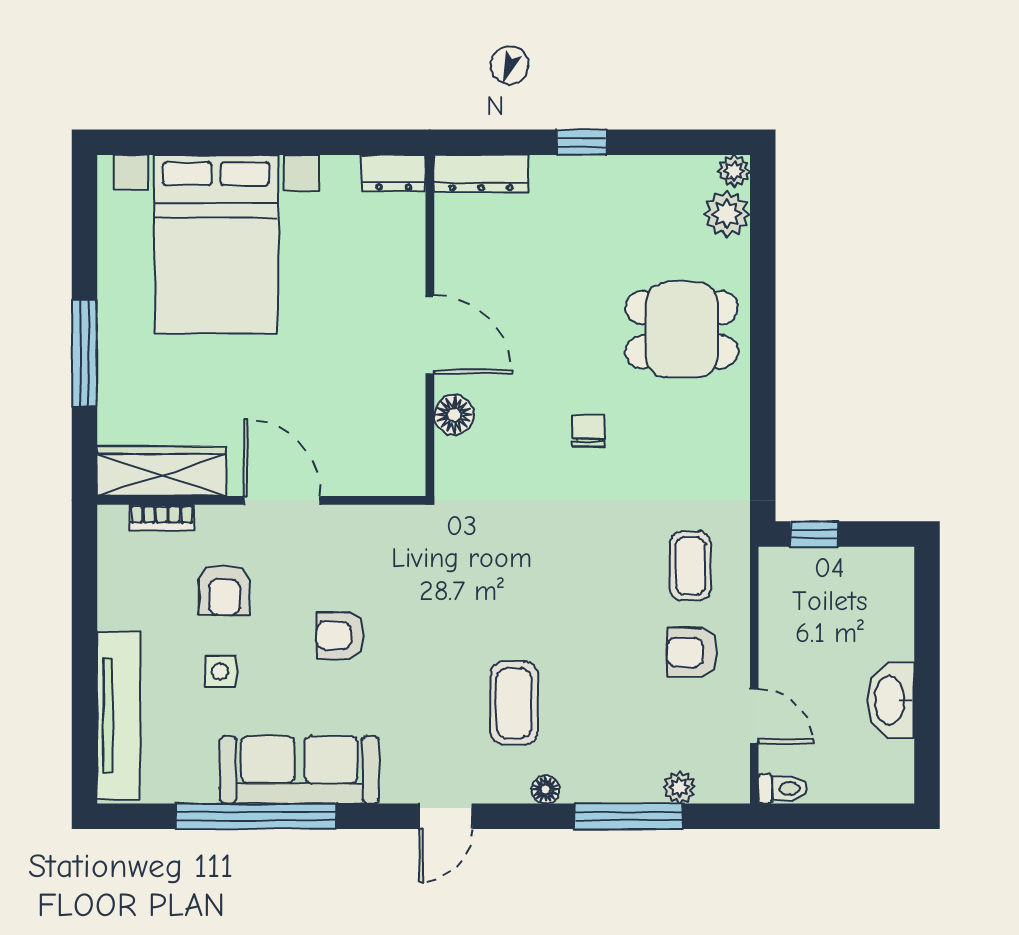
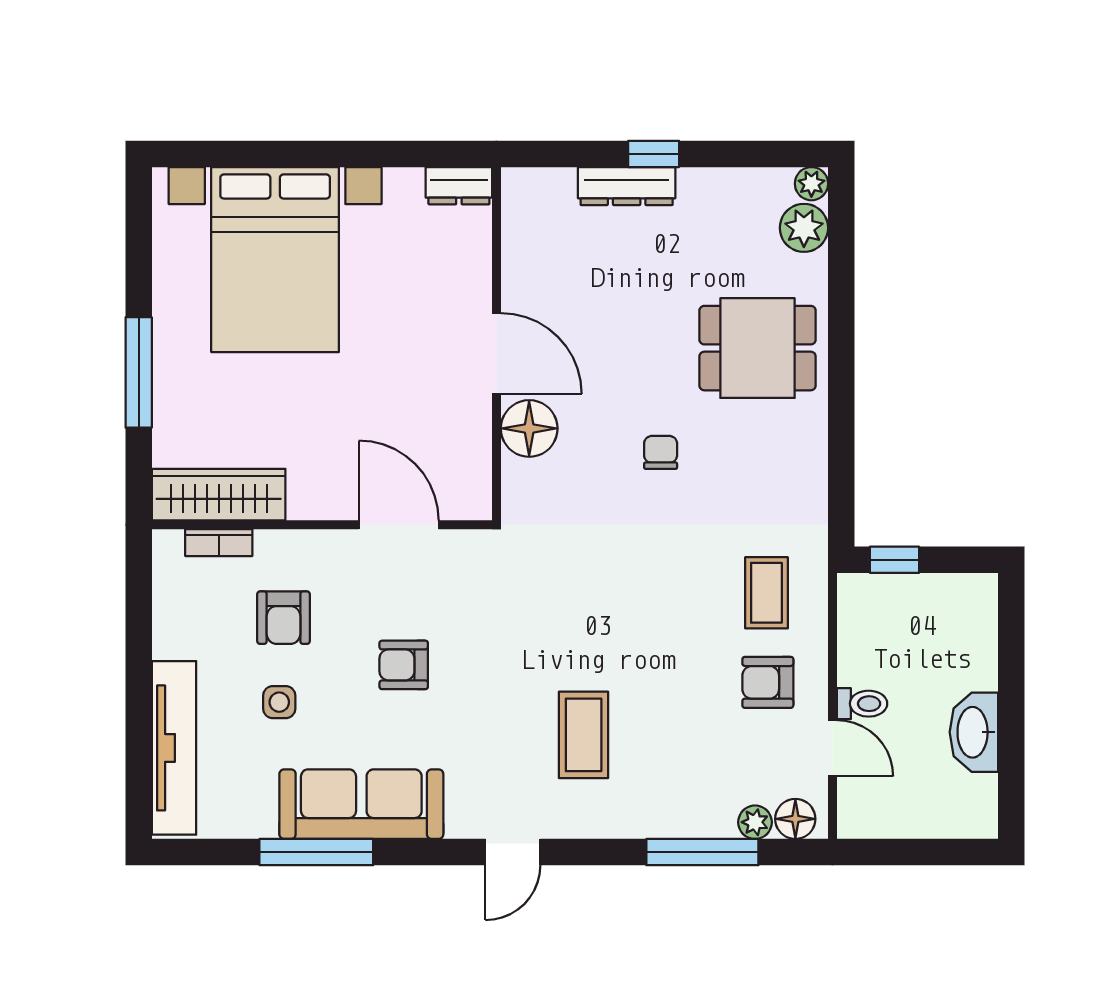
dresser: (481, 173) -> (627, 186), moved
floor lamp: (454, 415) -> (529, 428), width x1.38, depth x1.38
door: (282, 500) -> (399, 525), moved
floor lamp: (546, 789) -> (795, 819), moved, width x1.37, depth x1.37
toilet: (783, 789) -> (862, 704), moved
window: (256, 816) -> (316, 852), width x0.68

